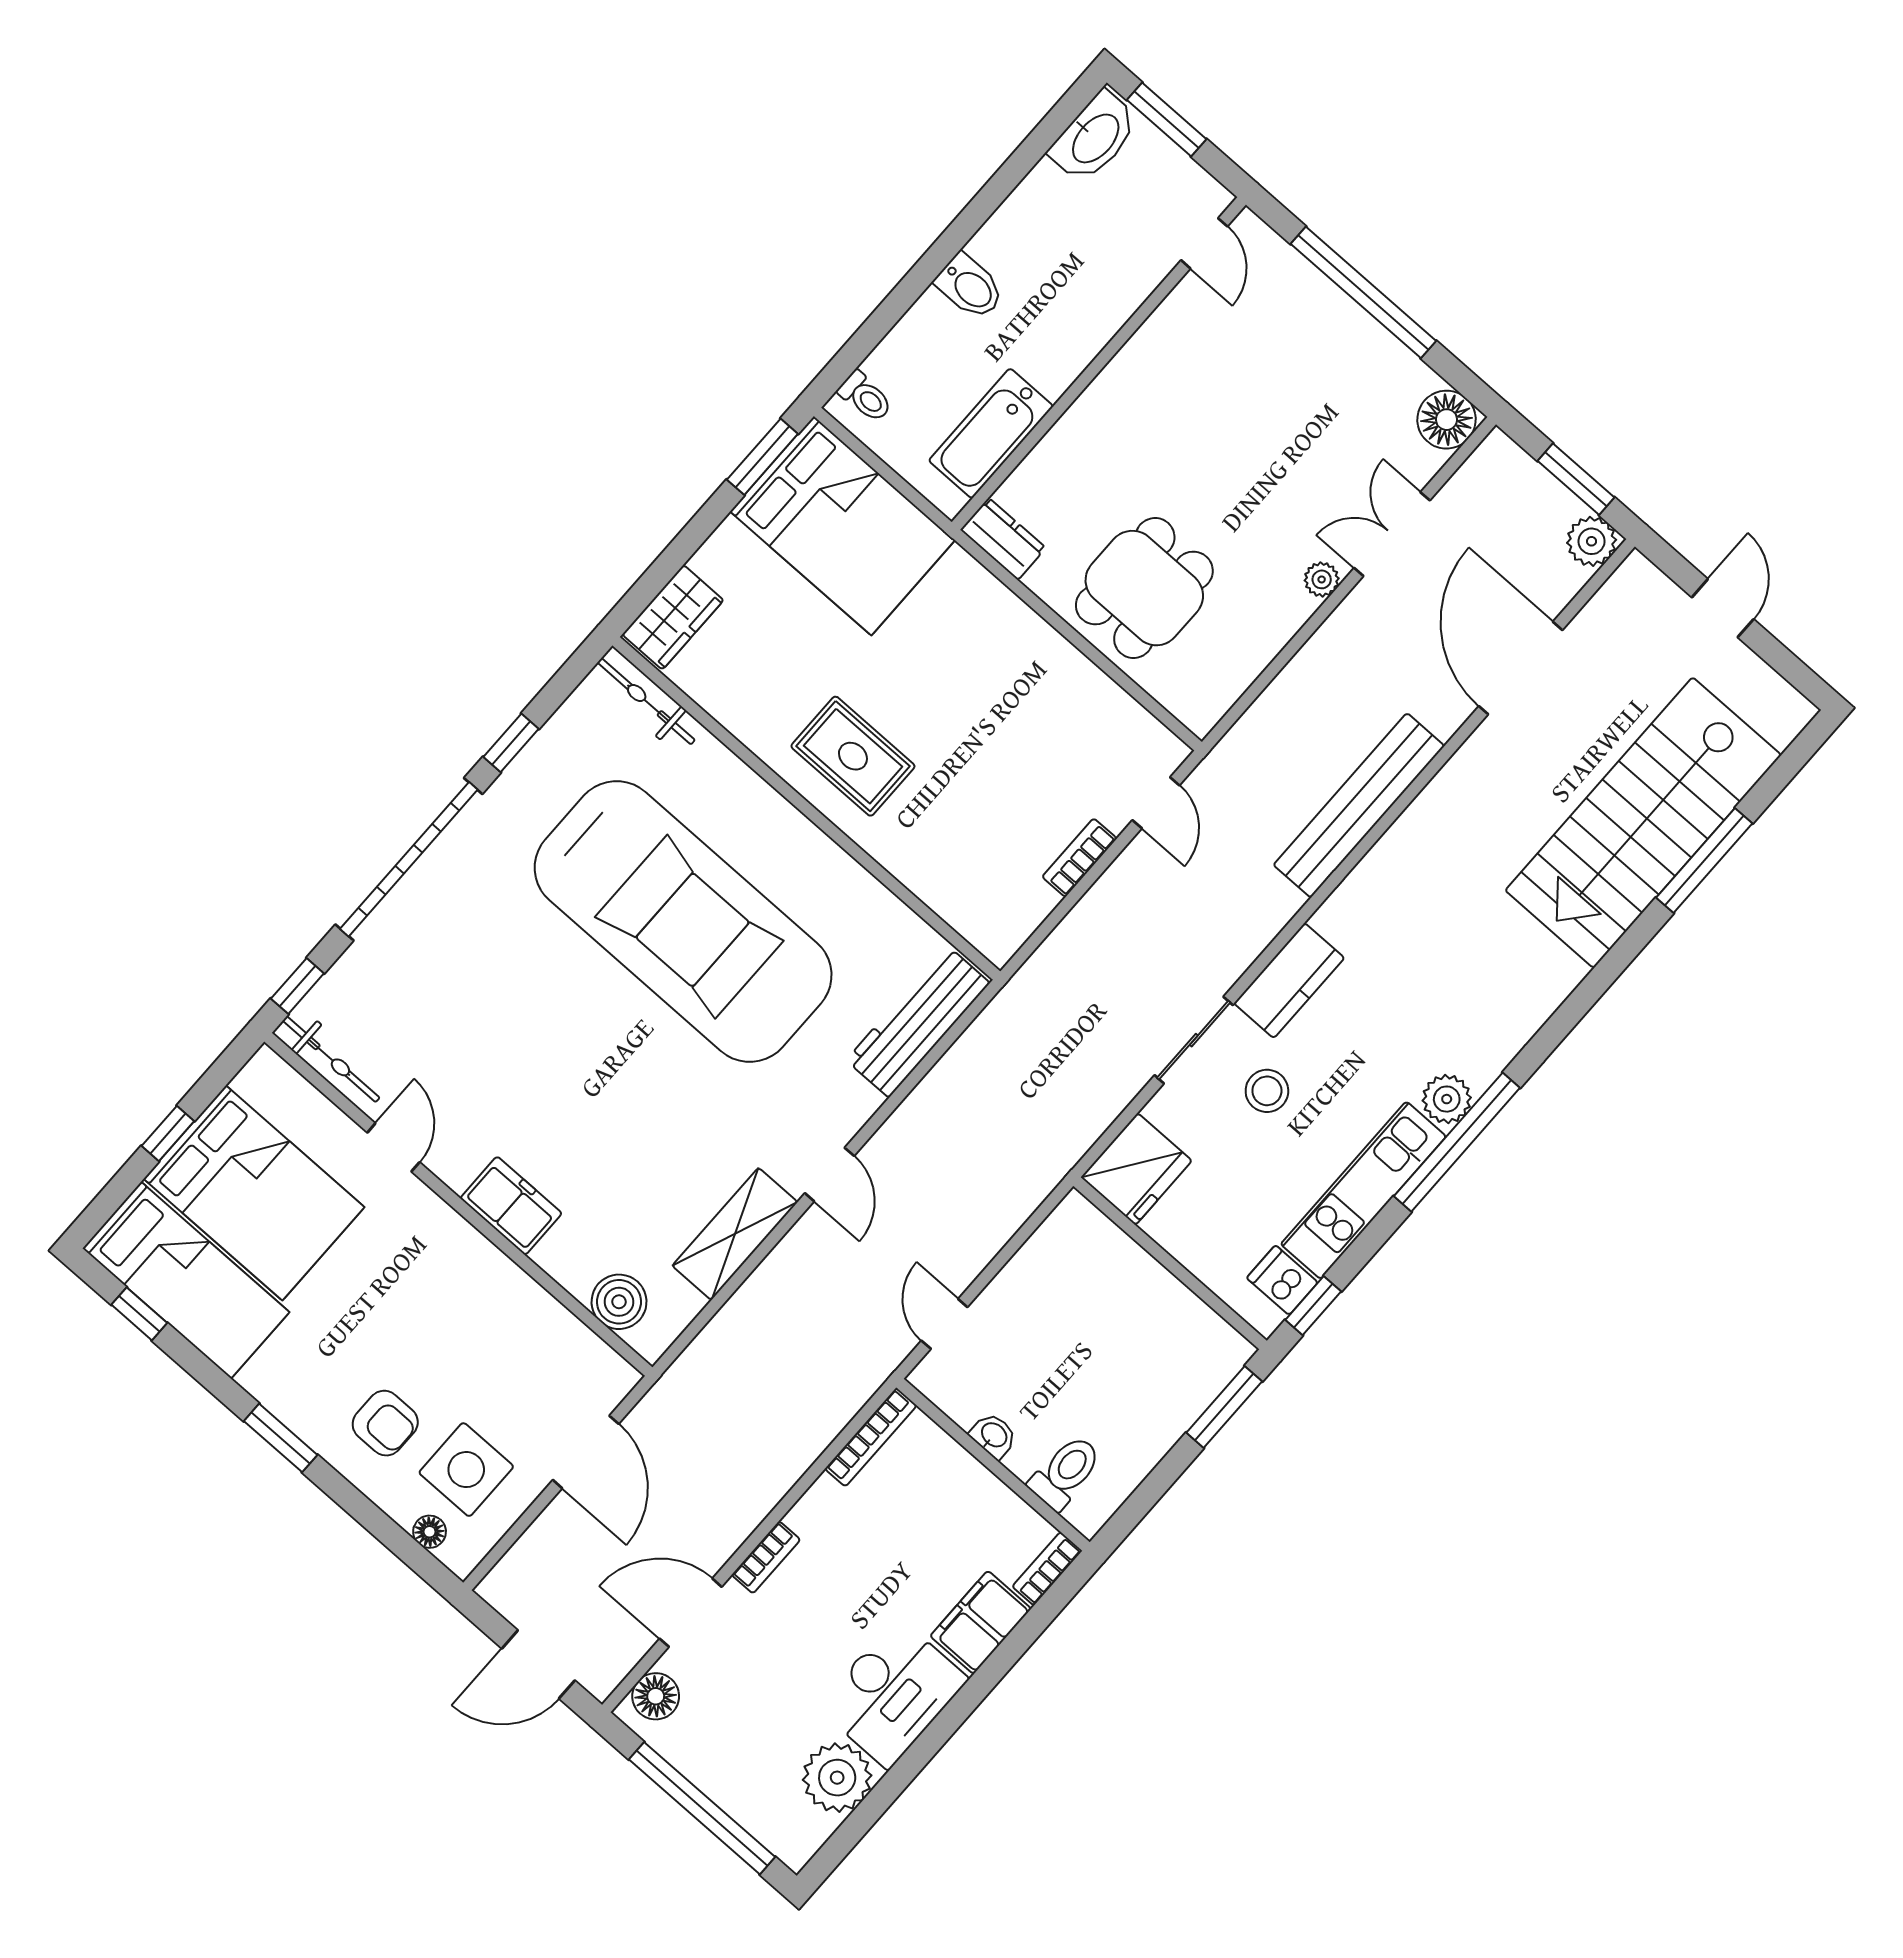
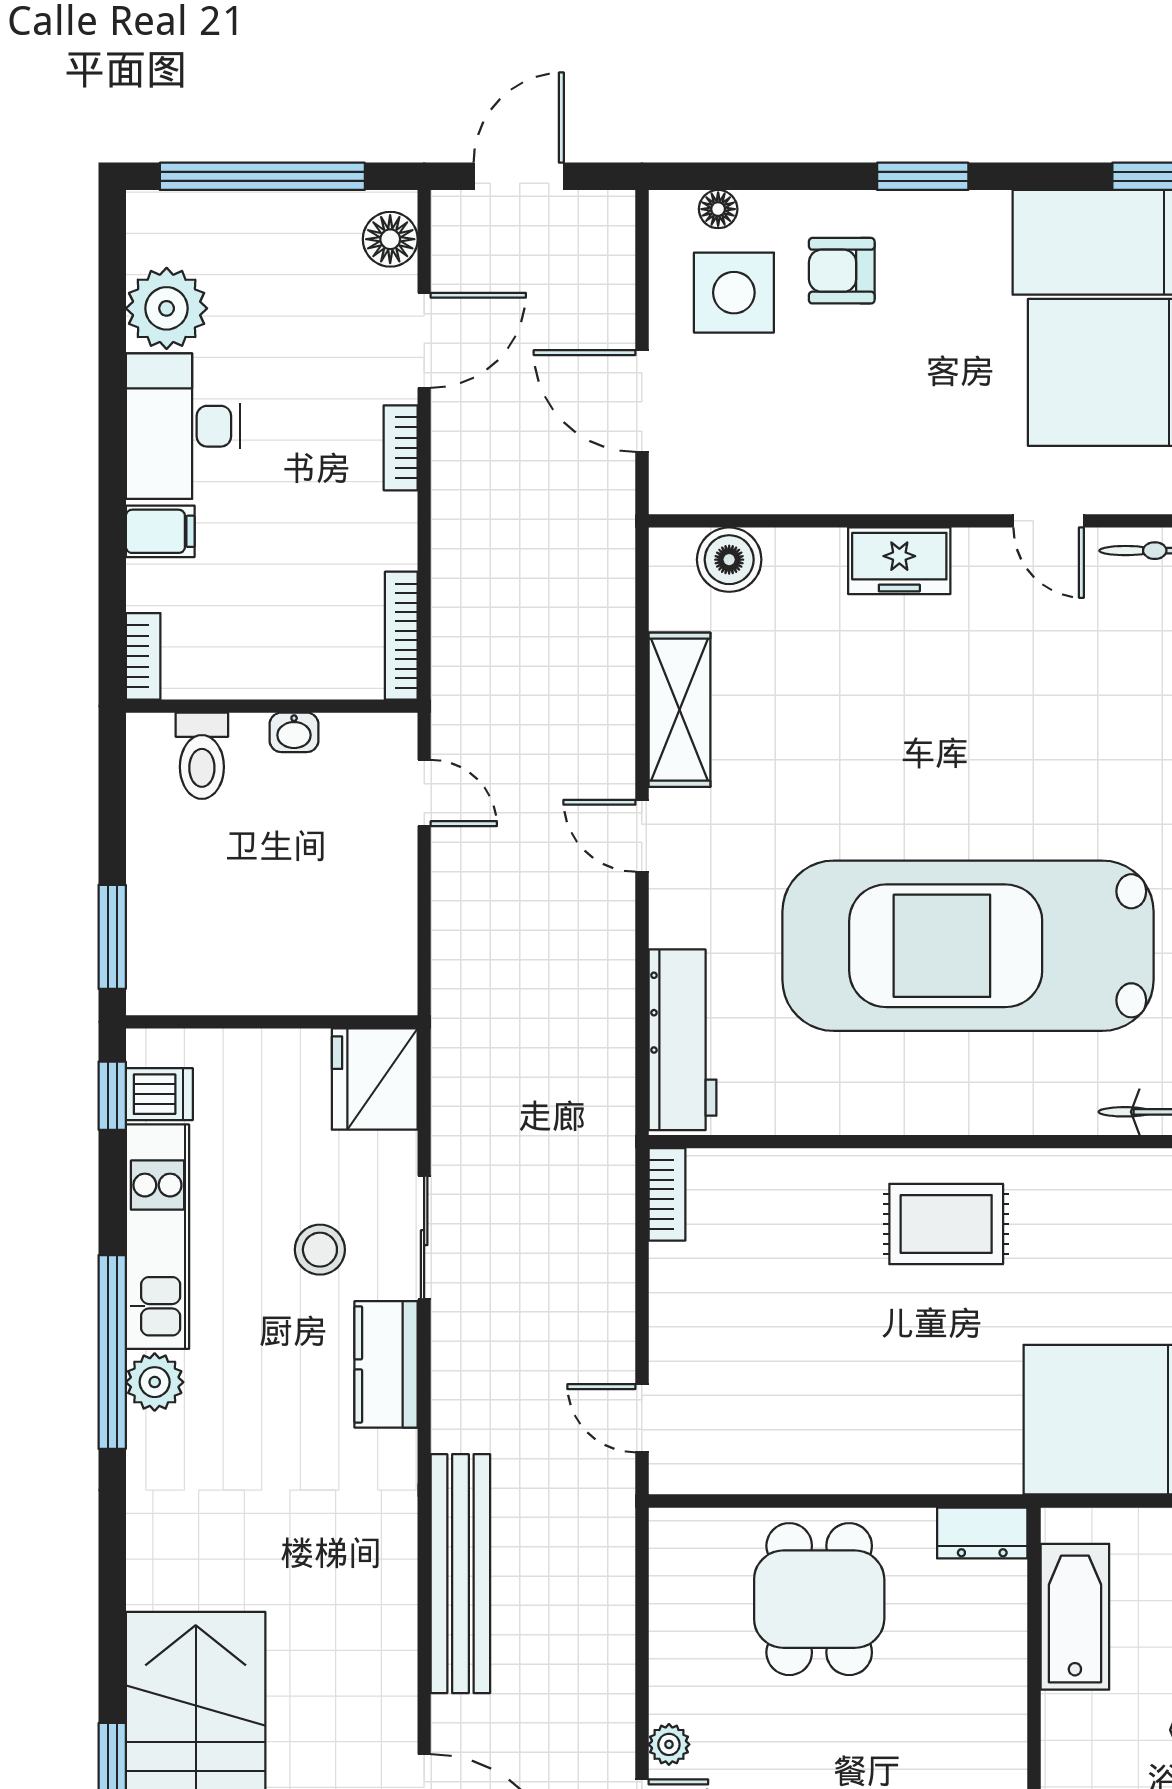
bookcase: (1079, 858) -> (667, 1194), moved
filing cabinet: (981, 1622) -> (160, 531), width x0.50

